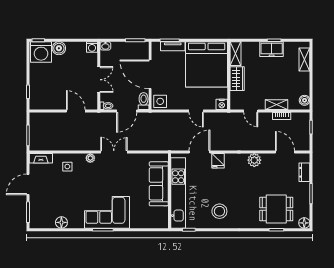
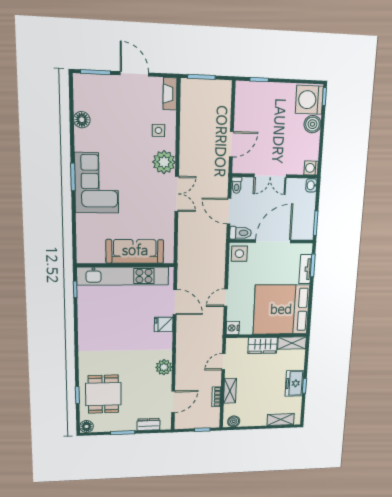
plant: (90, 158) -> (164, 162), width x1.88, depth x1.88
stool: (219, 211) -> (100, 327), removed

